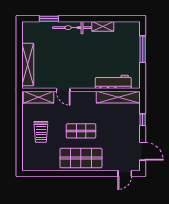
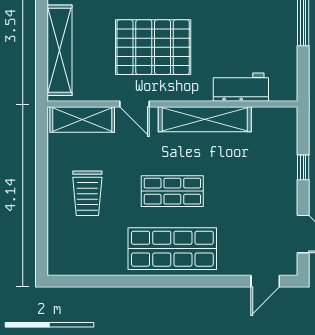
pallet: (72, 63) -> (153, 47), added
workbench: (113, 82) -> (241, 87), width x0.73
shelving: (118, 97) -> (205, 119), moved

